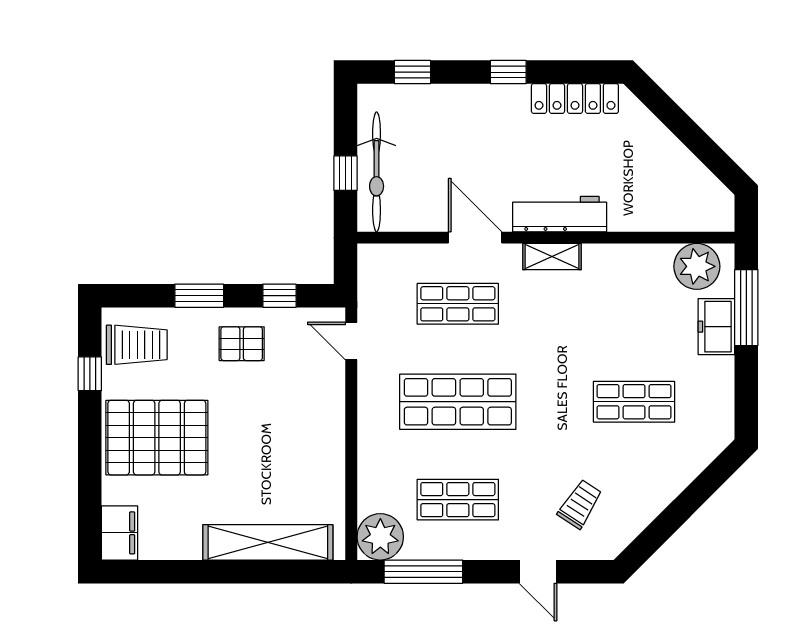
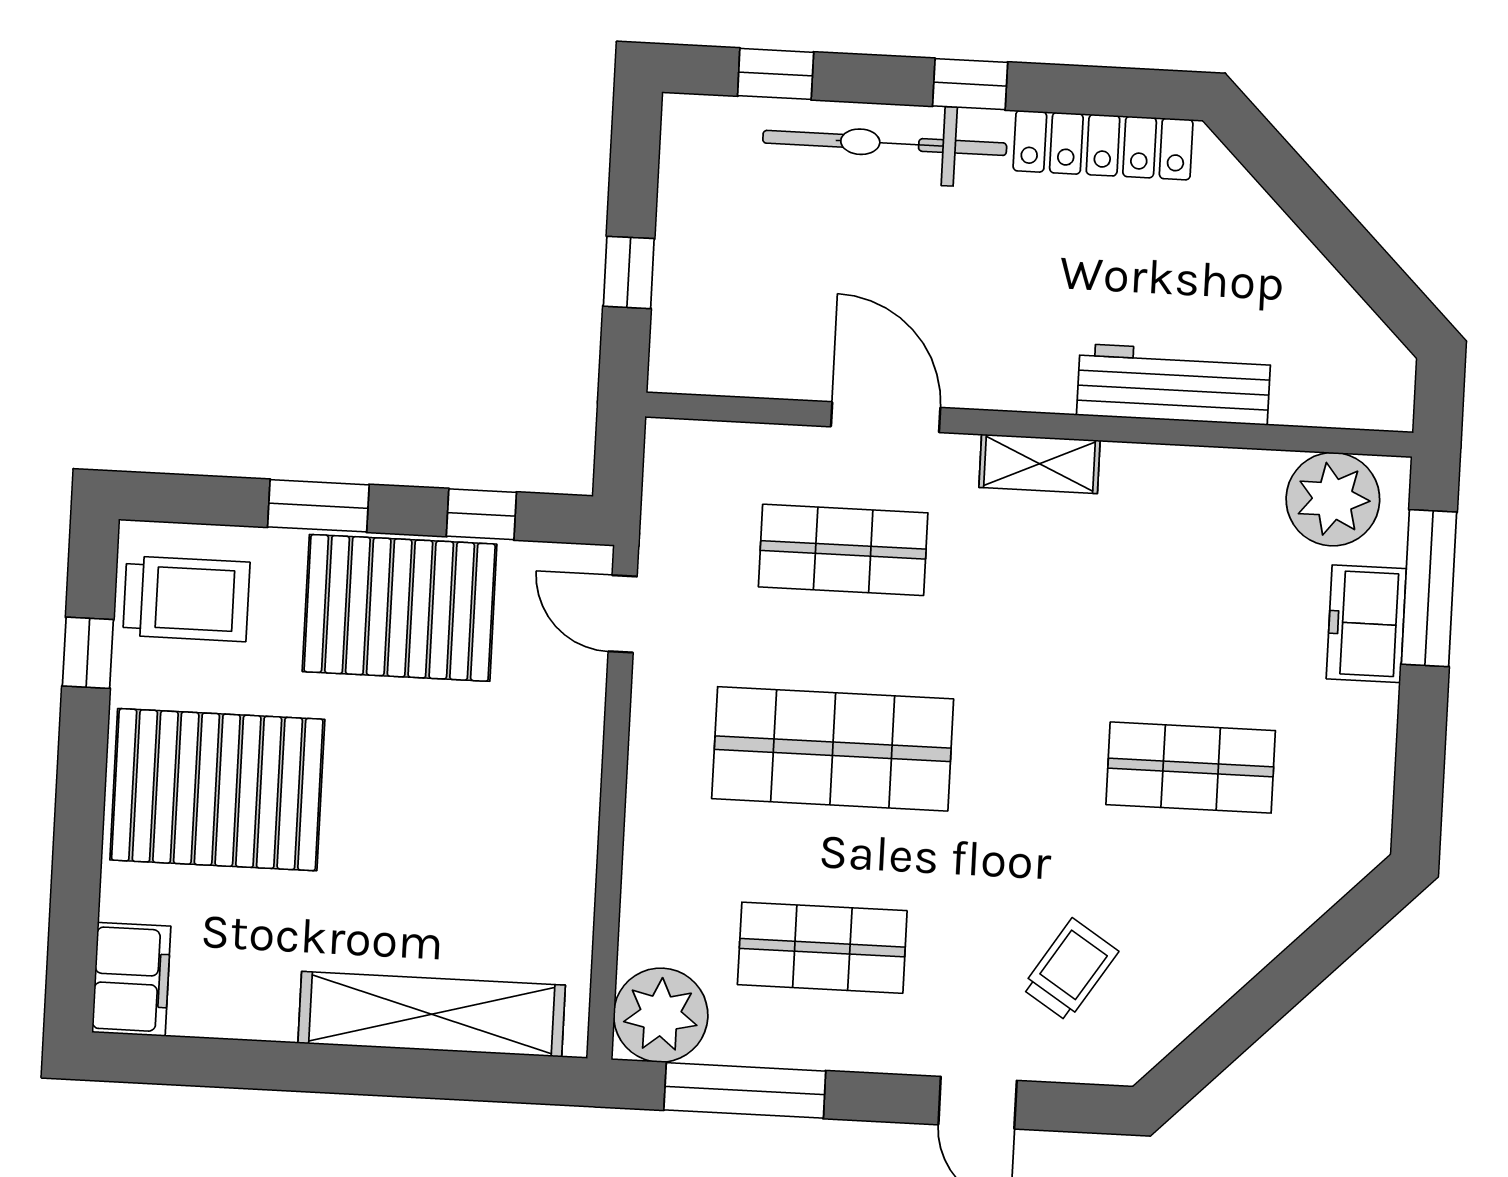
bicycle: (377, 172) -> (885, 143), moved, turned 90
workbench: (560, 214) -> (1174, 384), moved
pallet: (242, 344) -> (400, 608), width x2.05, depth x2.00

